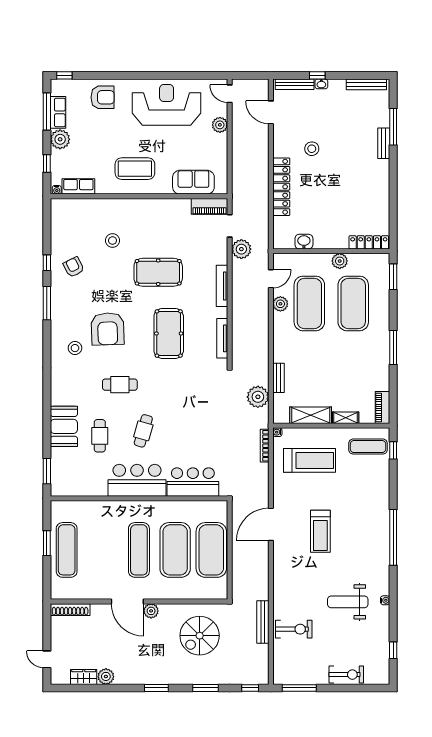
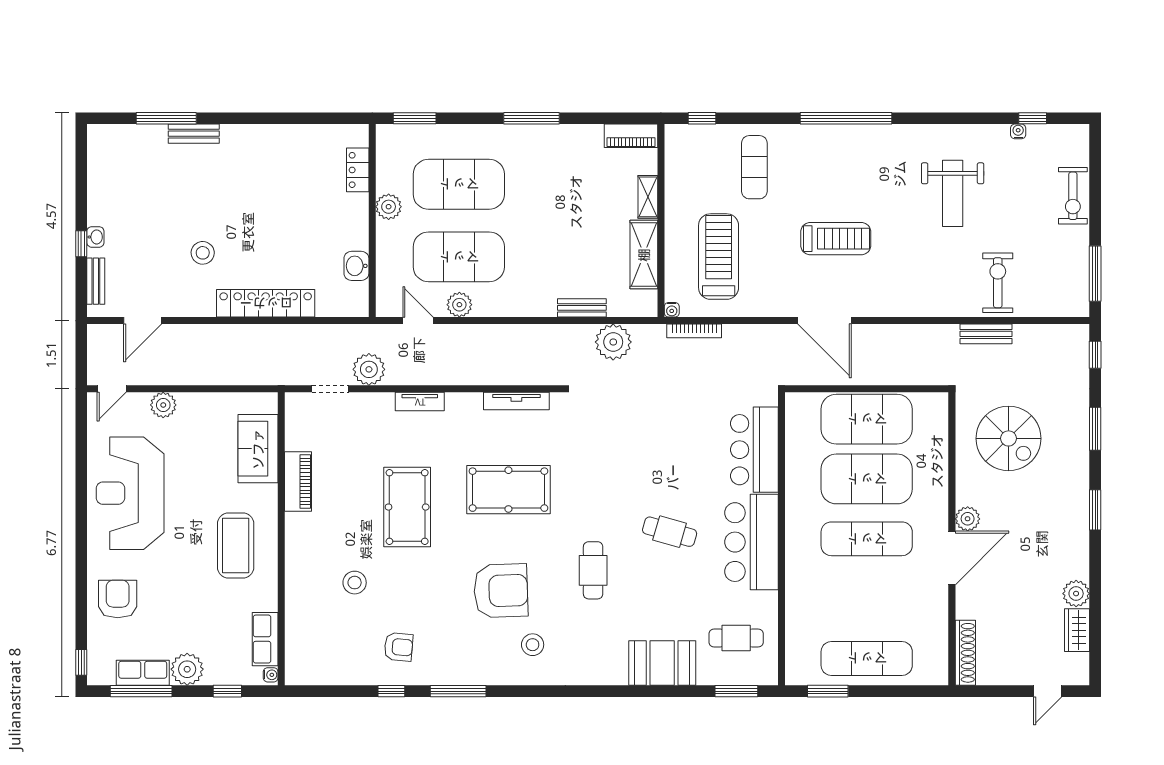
bench: (295, 84) -> (96, 281), width x0.73
bench: (366, 84) -> (96, 162), removed
piano: (210, 206) -> (298, 481), moved
locker: (369, 242) -> (358, 170), width x0.66
armchair: (74, 267) -> (399, 647), turned -148
tv unit: (222, 286) -> (420, 402), width x0.71
cafe table: (100, 436) -> (736, 638), moved
exercise mat: (368, 447) -> (754, 167), moved
window: (47, 543) -> (828, 691), moved
water cooler: (385, 600) -> (1018, 131), moved
bench: (263, 622) -> (986, 334), width x0.73
exercise bike: (346, 675) -> (1073, 196), turned 180

